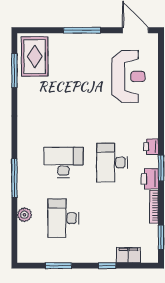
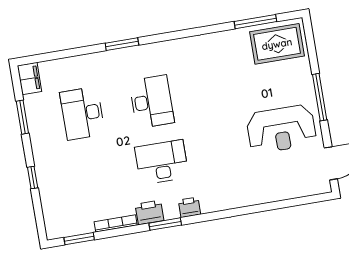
reception desk: (128, 76) -> (281, 129), moved
window: (14, 178) -> (122, 44), width x0.69
plant: (24, 215) -> (78, 64), removed
desk: (63, 218) -> (82, 113), turned -90
filing cabinet: (128, 255) -> (29, 78), moved

